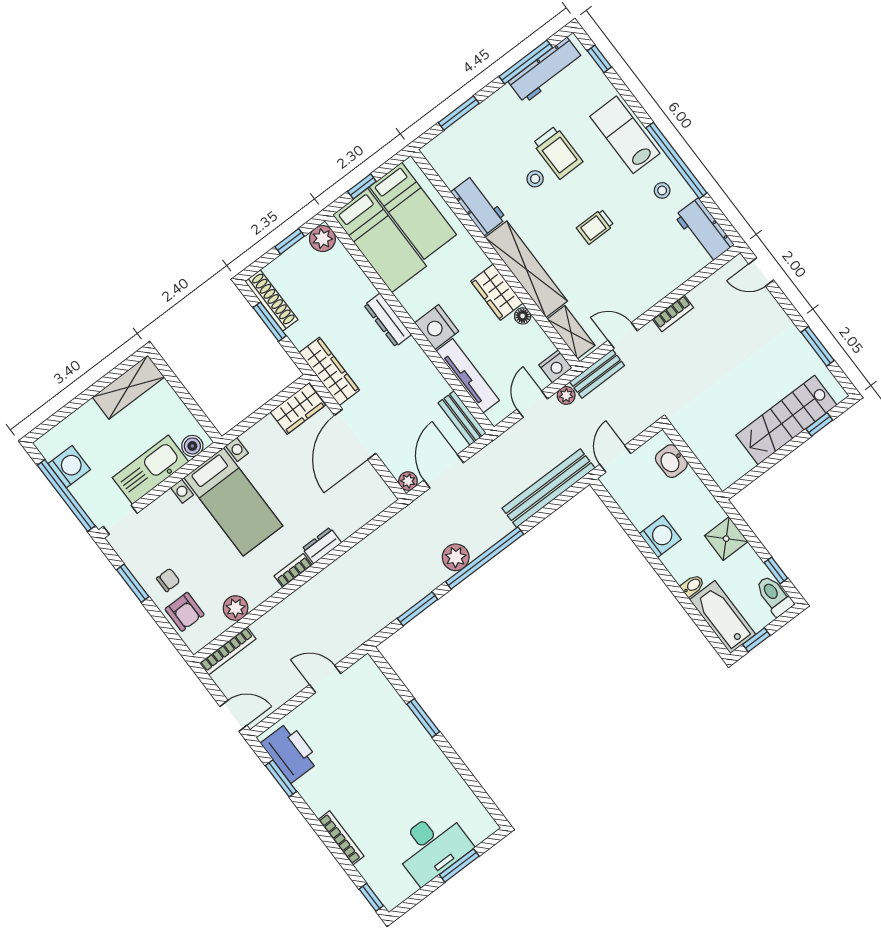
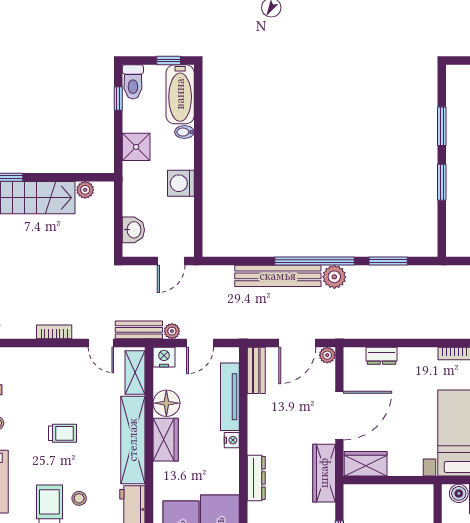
floor lamp: (523, 316) -> (166, 403), width x1.89, depth x1.89
nightstand: (437, 327) -> (232, 440), width x0.53, depth x0.56
plant: (743, 464) -> (85, 190), added
bench: (548, 488) -> (278, 276), moved
dresser: (322, 546) -> (381, 356), moved
window: (462, 769) -> (442, 126), added

